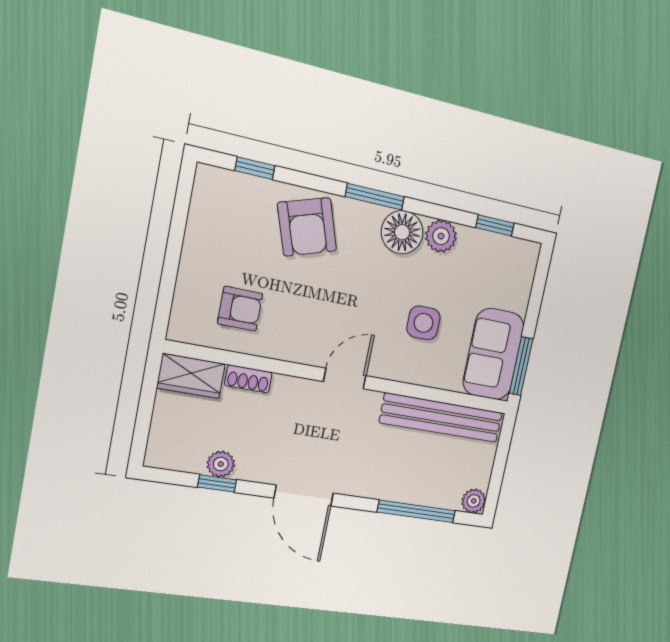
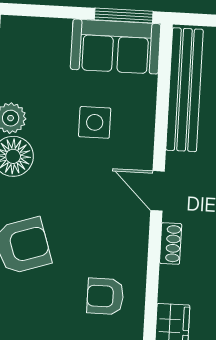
armchair: (240, 309) -> (105, 296), turned -90
shoe rack: (248, 379) -> (171, 243), moved

